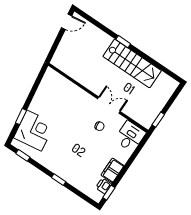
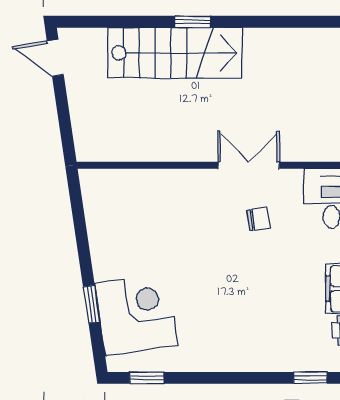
door: (67, 22) -> (55, 58), swing flipped
stairs: (132, 63) -> (175, 53), moved
window: (59, 180) -> (310, 378), moved

